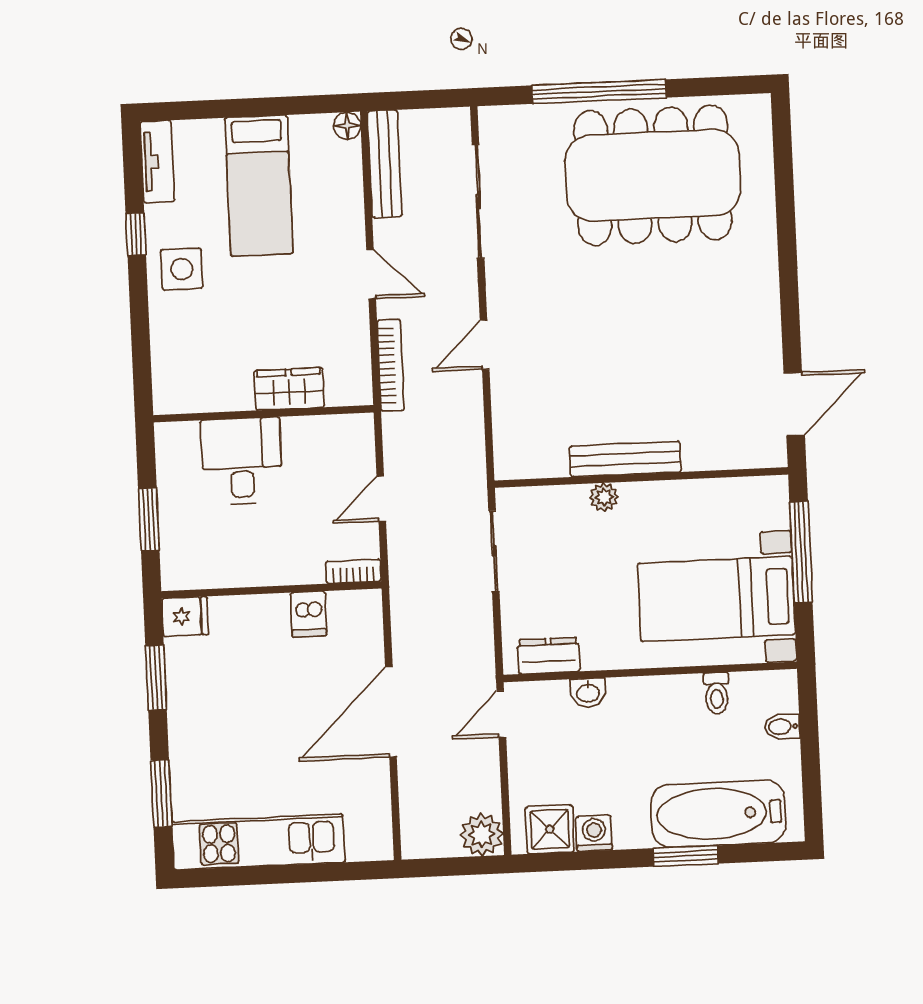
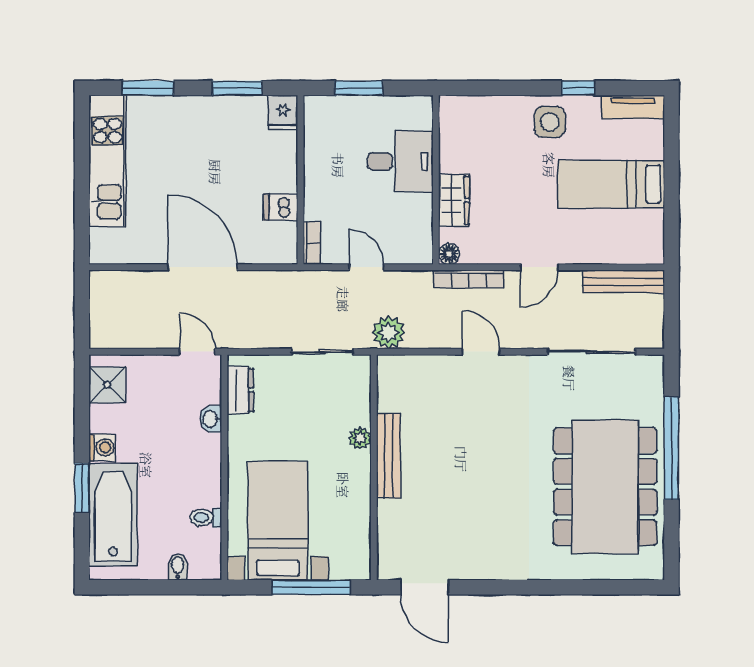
floor lamp: (347, 126) -> (449, 254), moved
washing machine: (594, 833) -> (102, 448), moved
plant: (482, 835) -> (389, 332), moved

